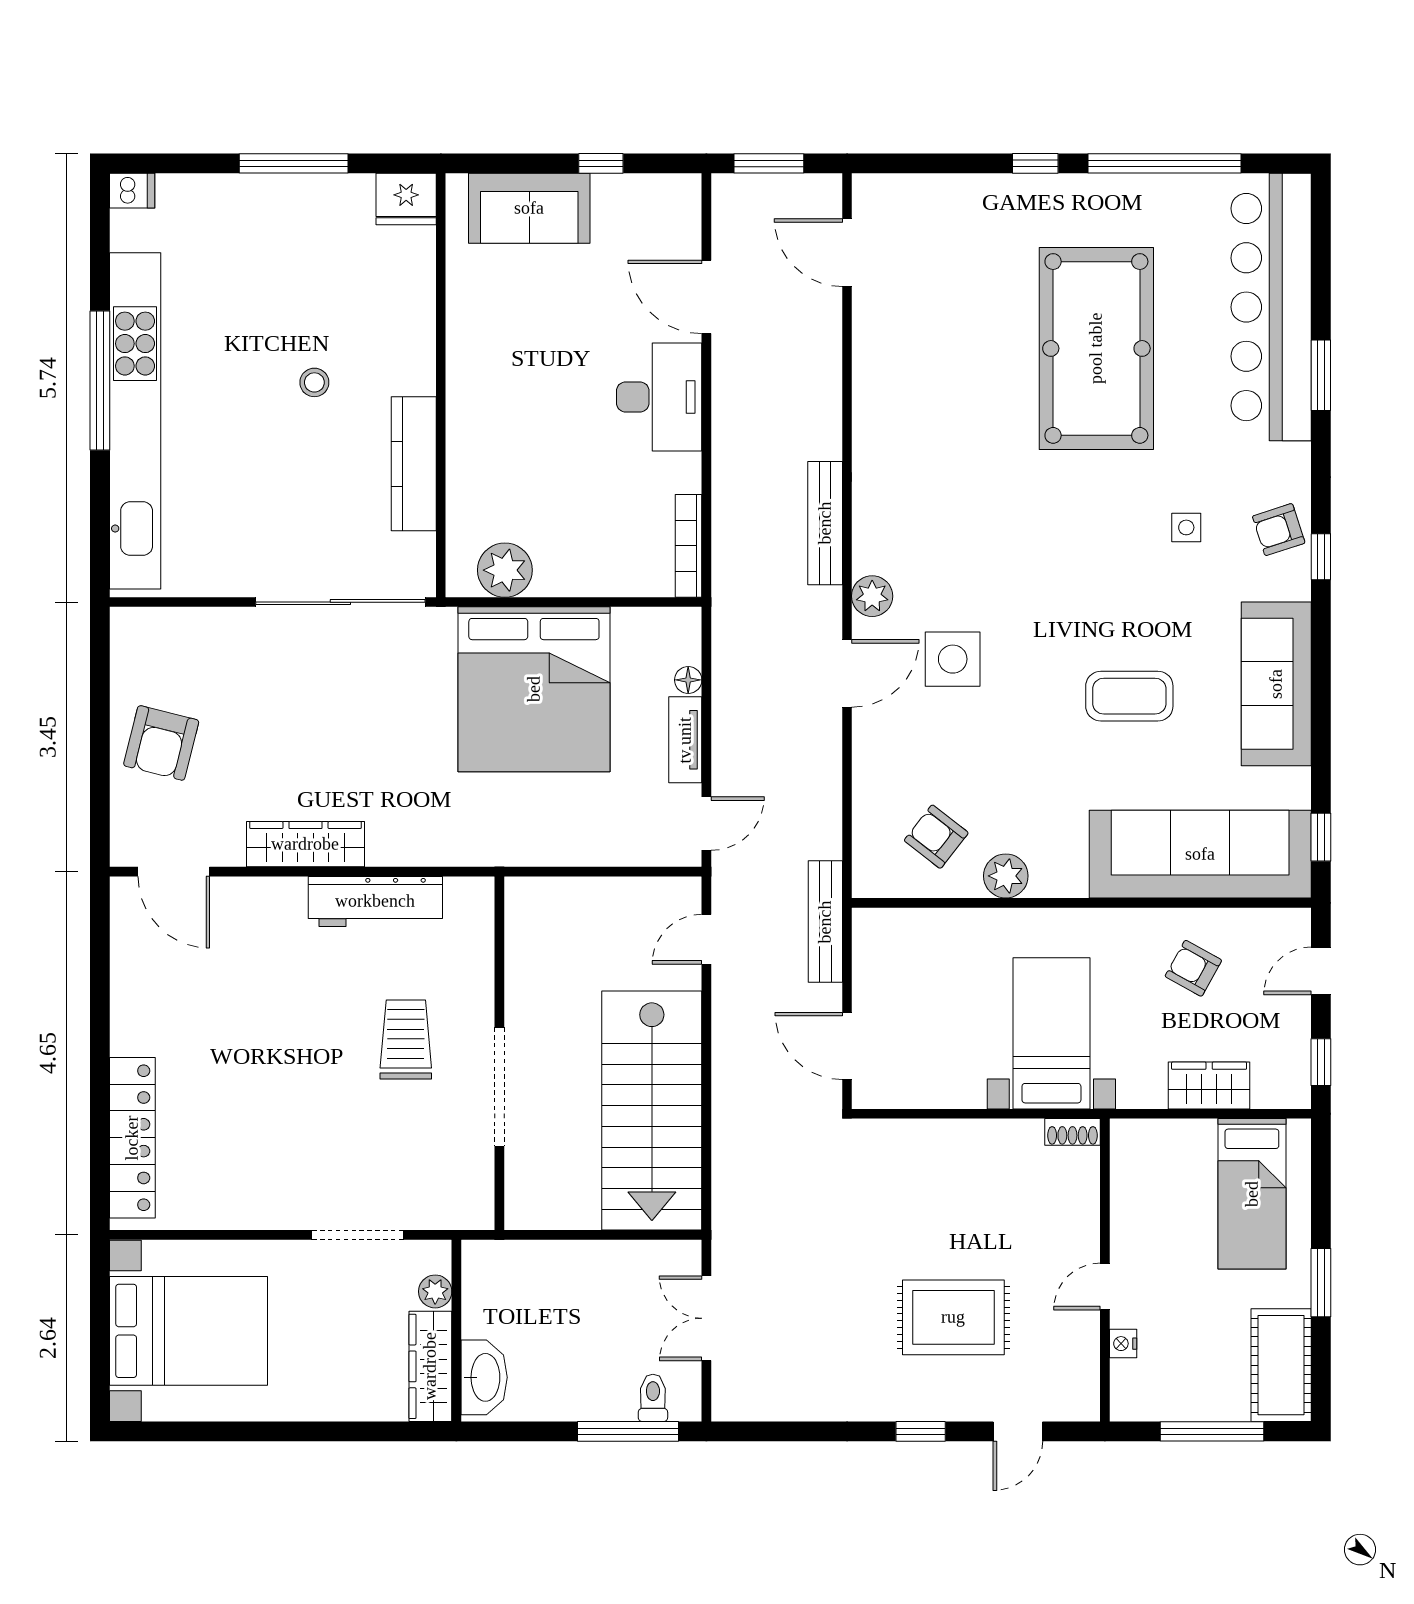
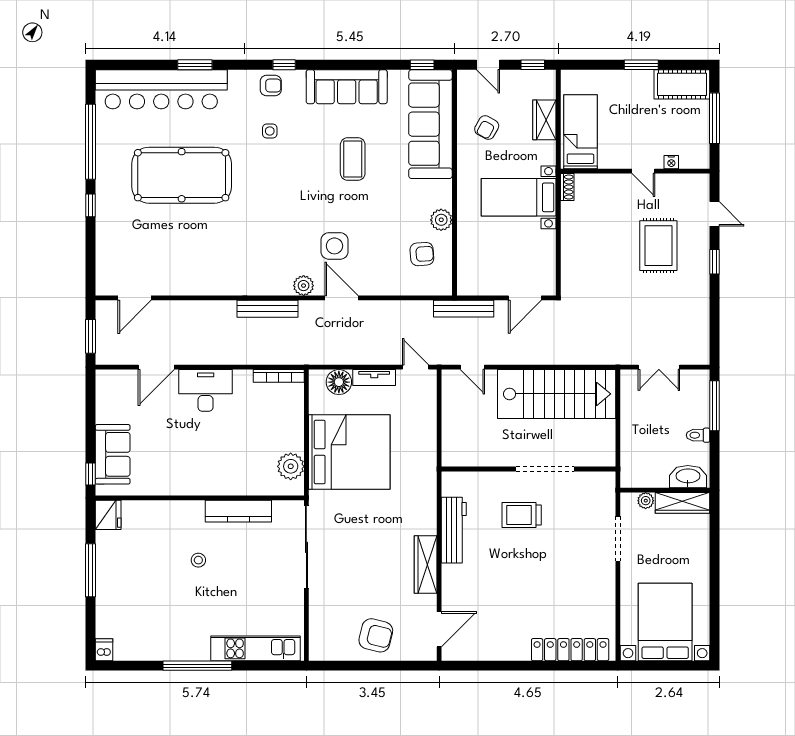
window: (601, 163) -> (91, 474), moved
kitchen unit: (135, 421) -> (256, 648), width x0.54
armchair: (1279, 530) -> (271, 85), turned -72
floor lamp: (688, 680) -> (339, 382), width x1.89, depth x1.89
armchair: (936, 837) -> (422, 254), turned -132
bed: (1252, 1194) -> (580, 132), moved, turned -90
toilet: (653, 1398) -> (698, 435), moved

